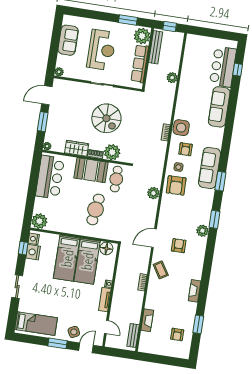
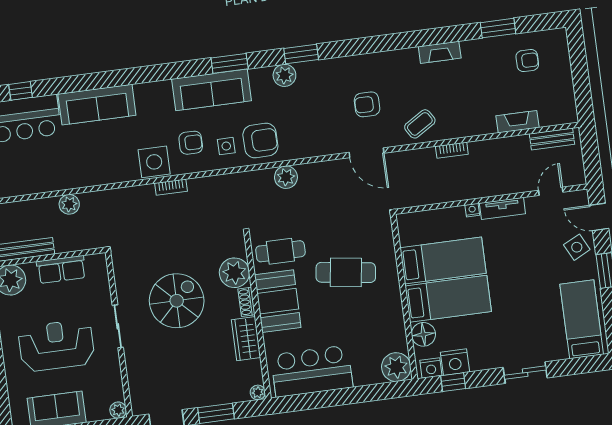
row of seats: (140, 64) -> (61, 269), width x0.68
plant: (202, 231) -> (284, 75), moved
floor lamp: (106, 248) -> (423, 334), moved

